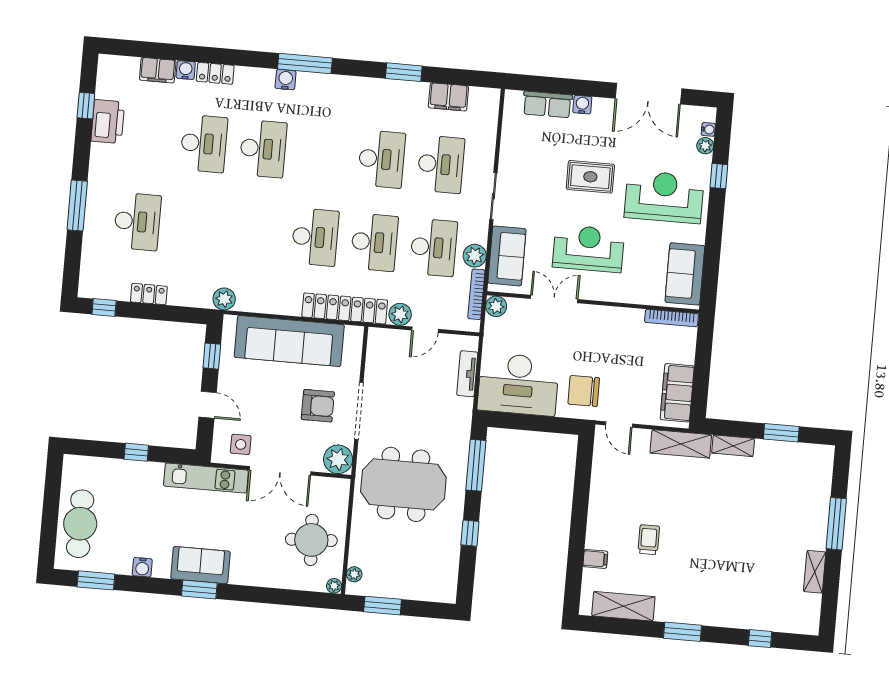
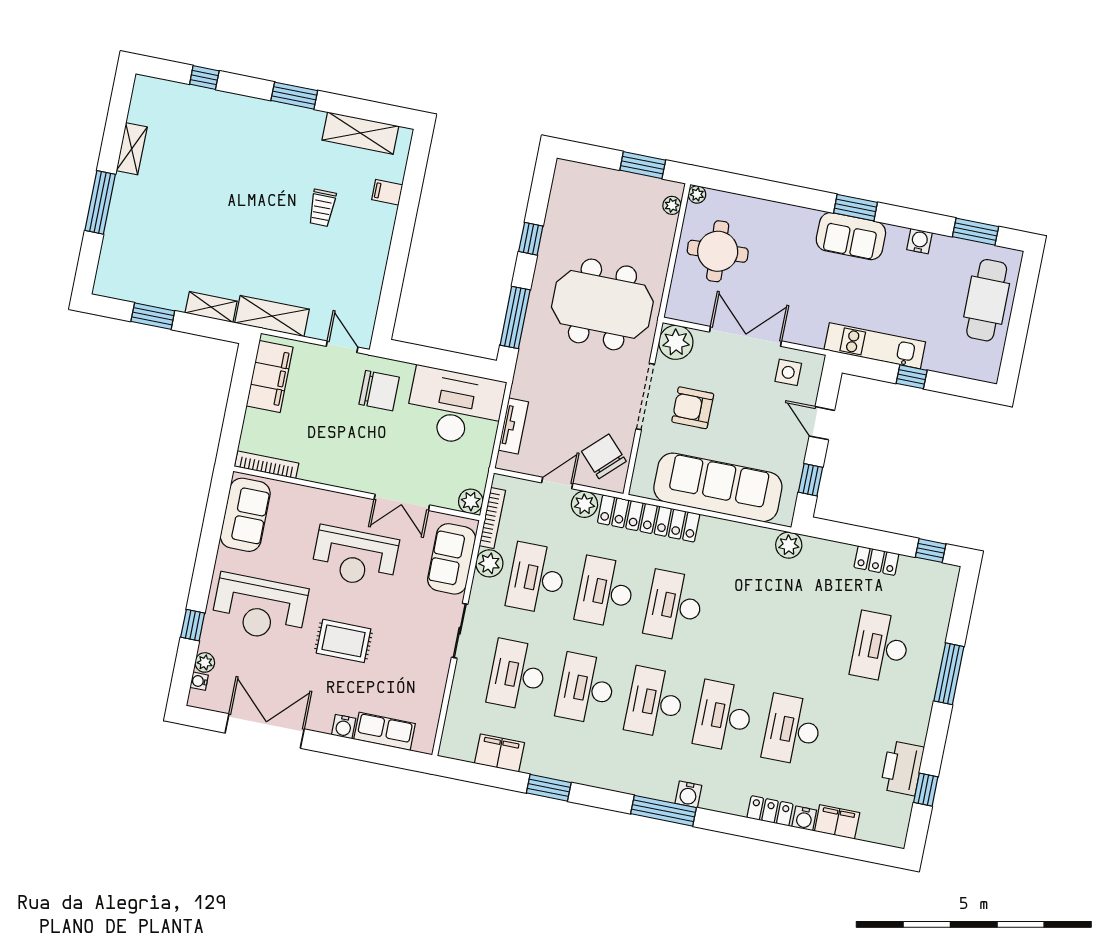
desk: (322, 154) -> (655, 702), added
chair: (388, 357) -> (604, 456), added
kitchen unit: (206, 478) -> (875, 346), moved

